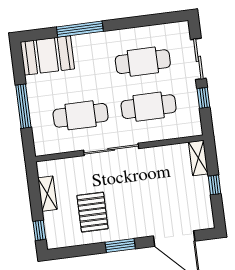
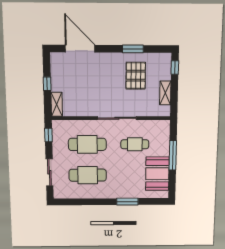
window: (80, 29) -> (127, 202), width x0.69
booth: (47, 55) -> (157, 174), moved, turned 90
window: (203, 98) -> (48, 135), moved
cafe table: (81, 115) -> (135, 144), width x0.73, depth x0.74
window: (120, 246) -> (133, 49), moved

